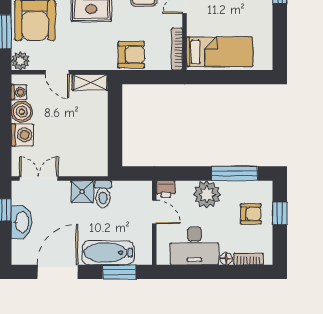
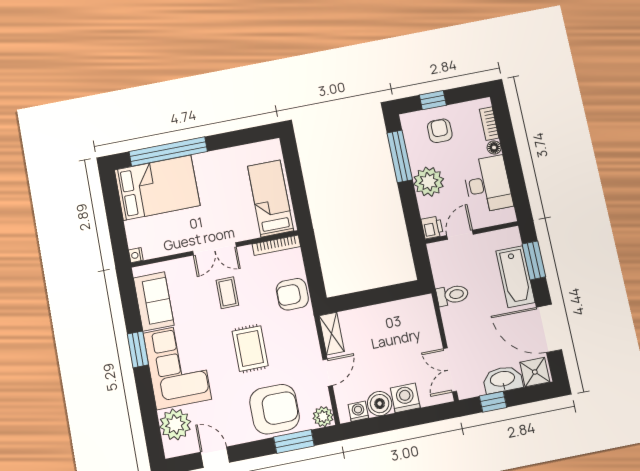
armchair: (131, 55) -> (292, 294), turned -90
shower: (82, 192) -> (535, 372), moved

